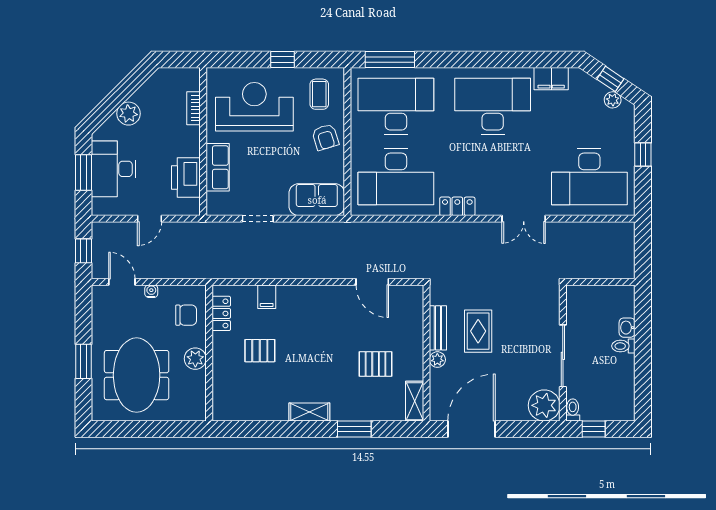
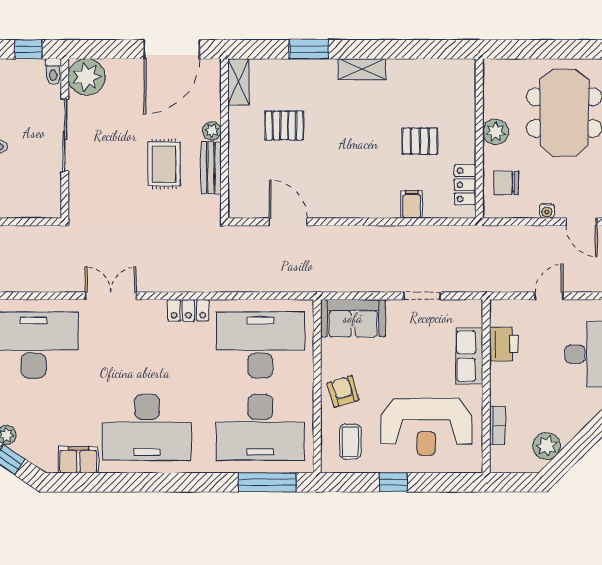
plant: (128, 114) -> (547, 446), moved
printer: (186, 178) -> (504, 344), width x0.73, depth x0.84

